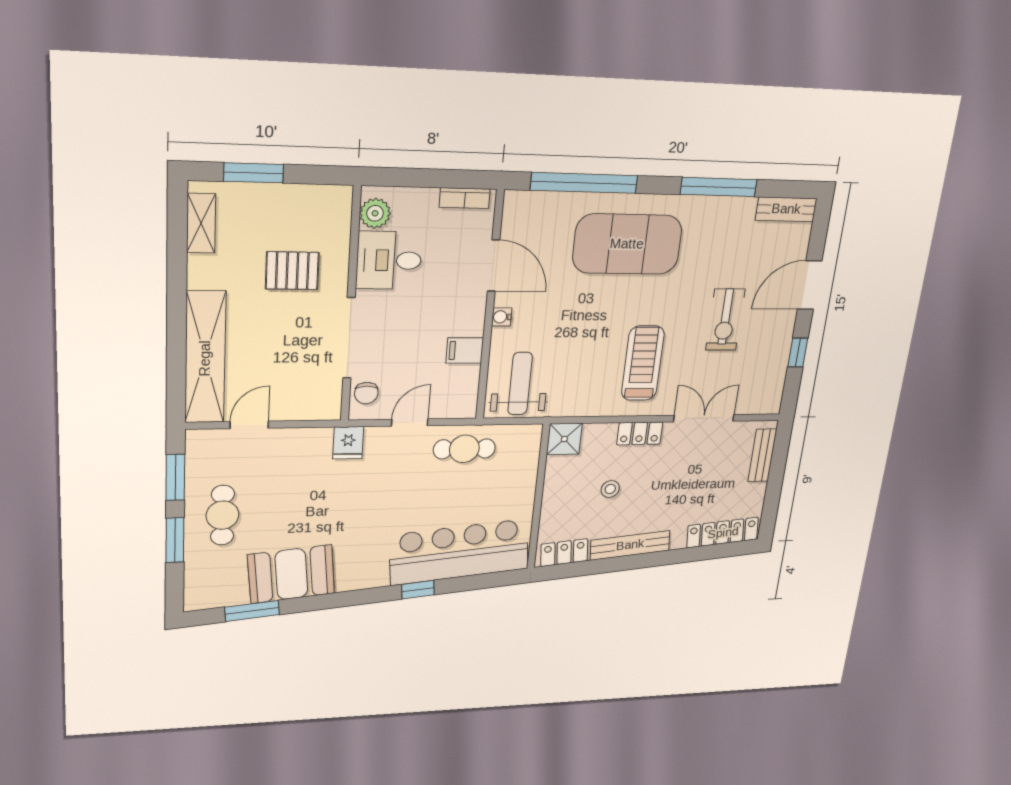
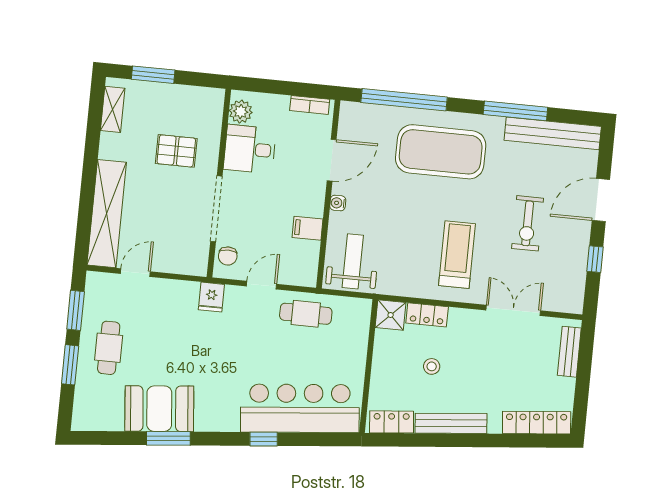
bench: (786, 209) -> (553, 133), width x1.86, depth x1.21
door: (494, 266) -> (332, 160), hinge flipped
locker: (640, 433) -> (427, 315), moved
window: (252, 611) -> (168, 438), moved

